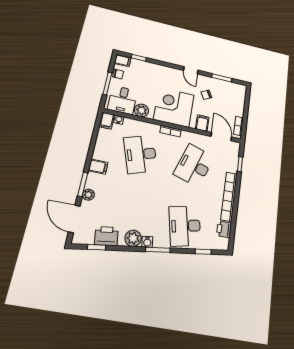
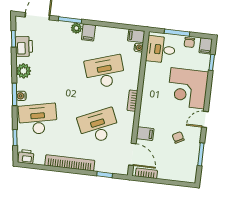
corner desk: (174, 107) -> (188, 88), moved, turned 180
plant: (141, 110) -> (151, 70), removed
door: (221, 137) -> (132, 154), hinge flipped
desk: (194, 165) -> (98, 126), turned -42
plant: (88, 195) -> (76, 28), moved
printer: (224, 229) -> (26, 157), moved
water cooler: (147, 242) -> (21, 96), moved

